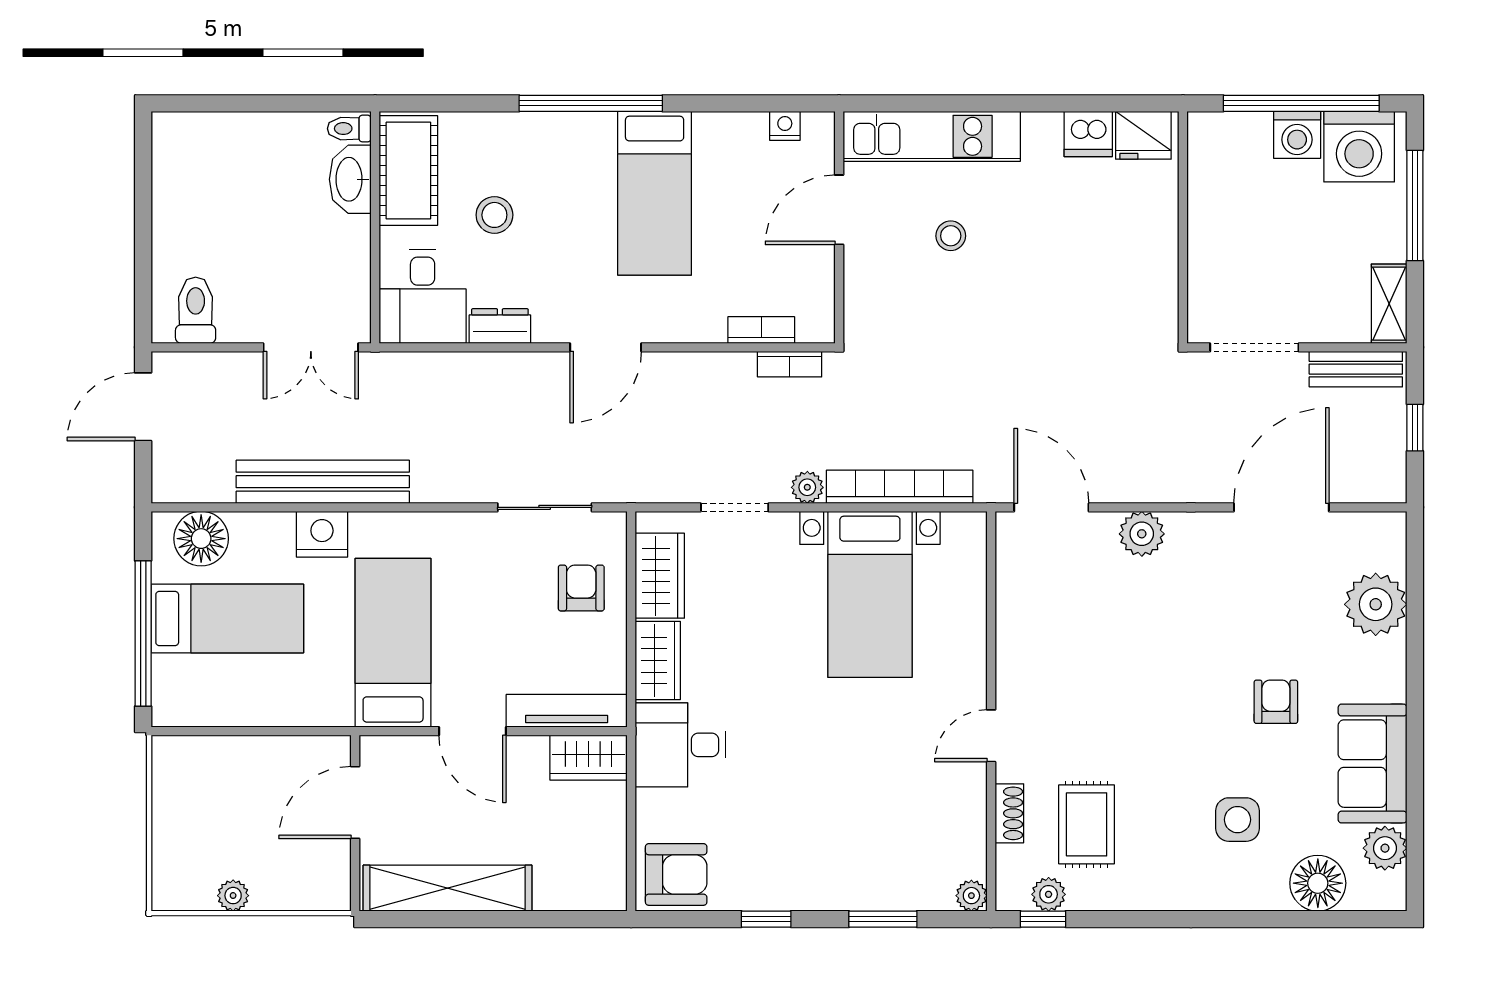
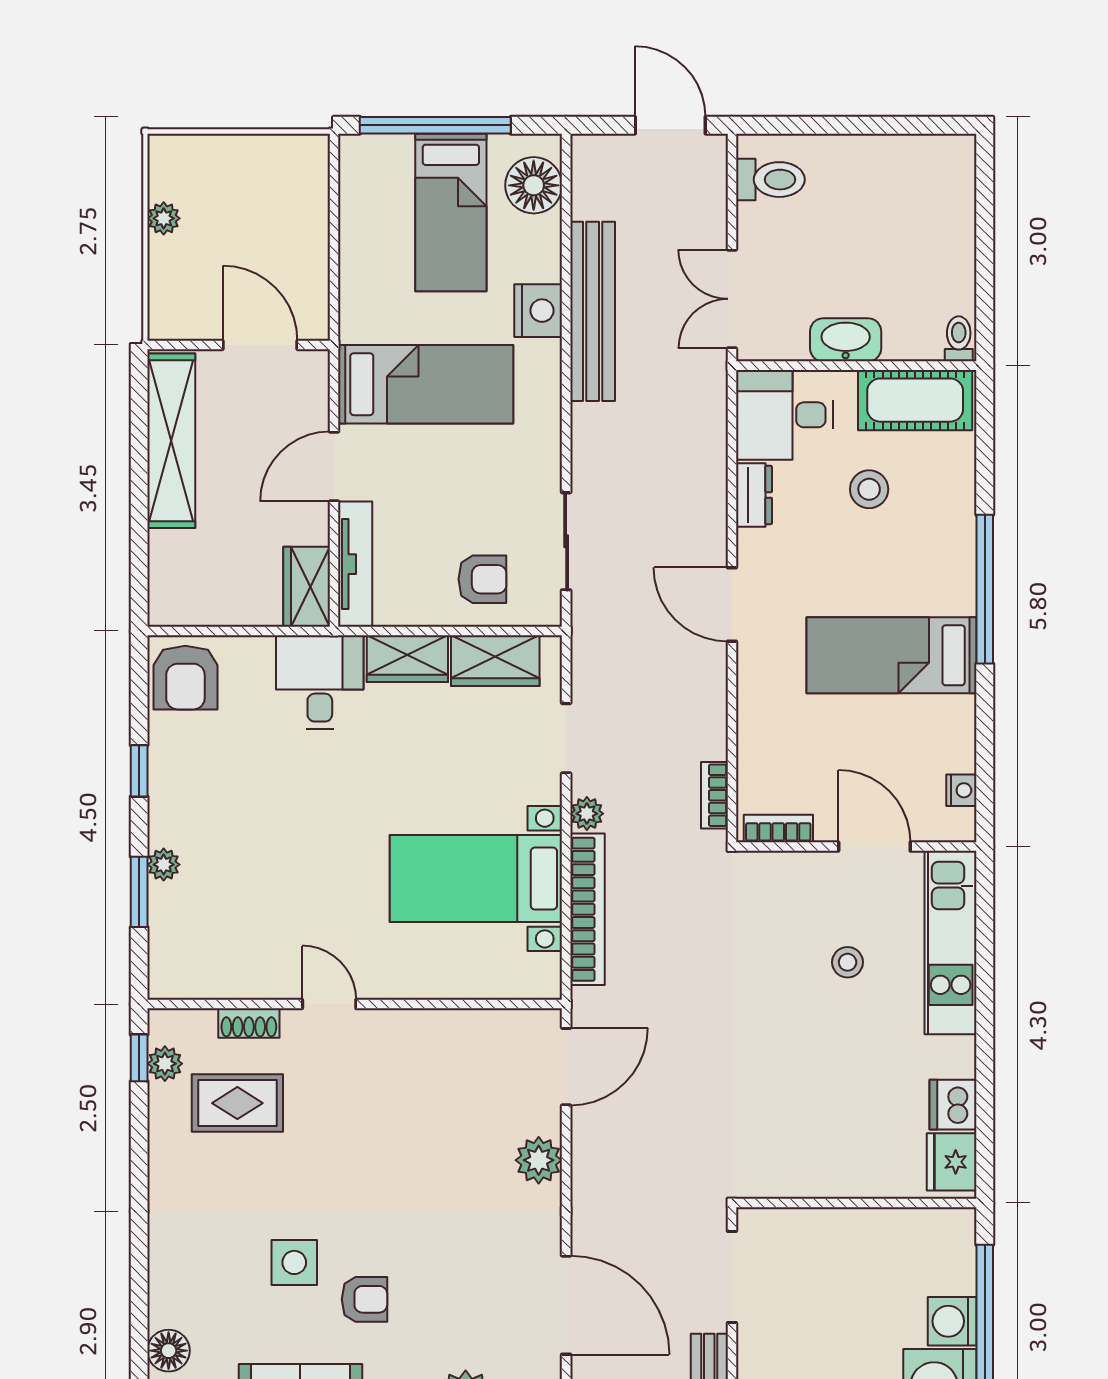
washbasin: (350, 179) -> (846, 340), moved
bookcase: (761, 330) -> (778, 829), moved, turned -90
side table: (1237, 820) -> (294, 1262), moved
floor lamp: (1318, 883) -> (169, 1351), width x0.73, depth x0.73
plant: (971, 896) -> (164, 865), moved

